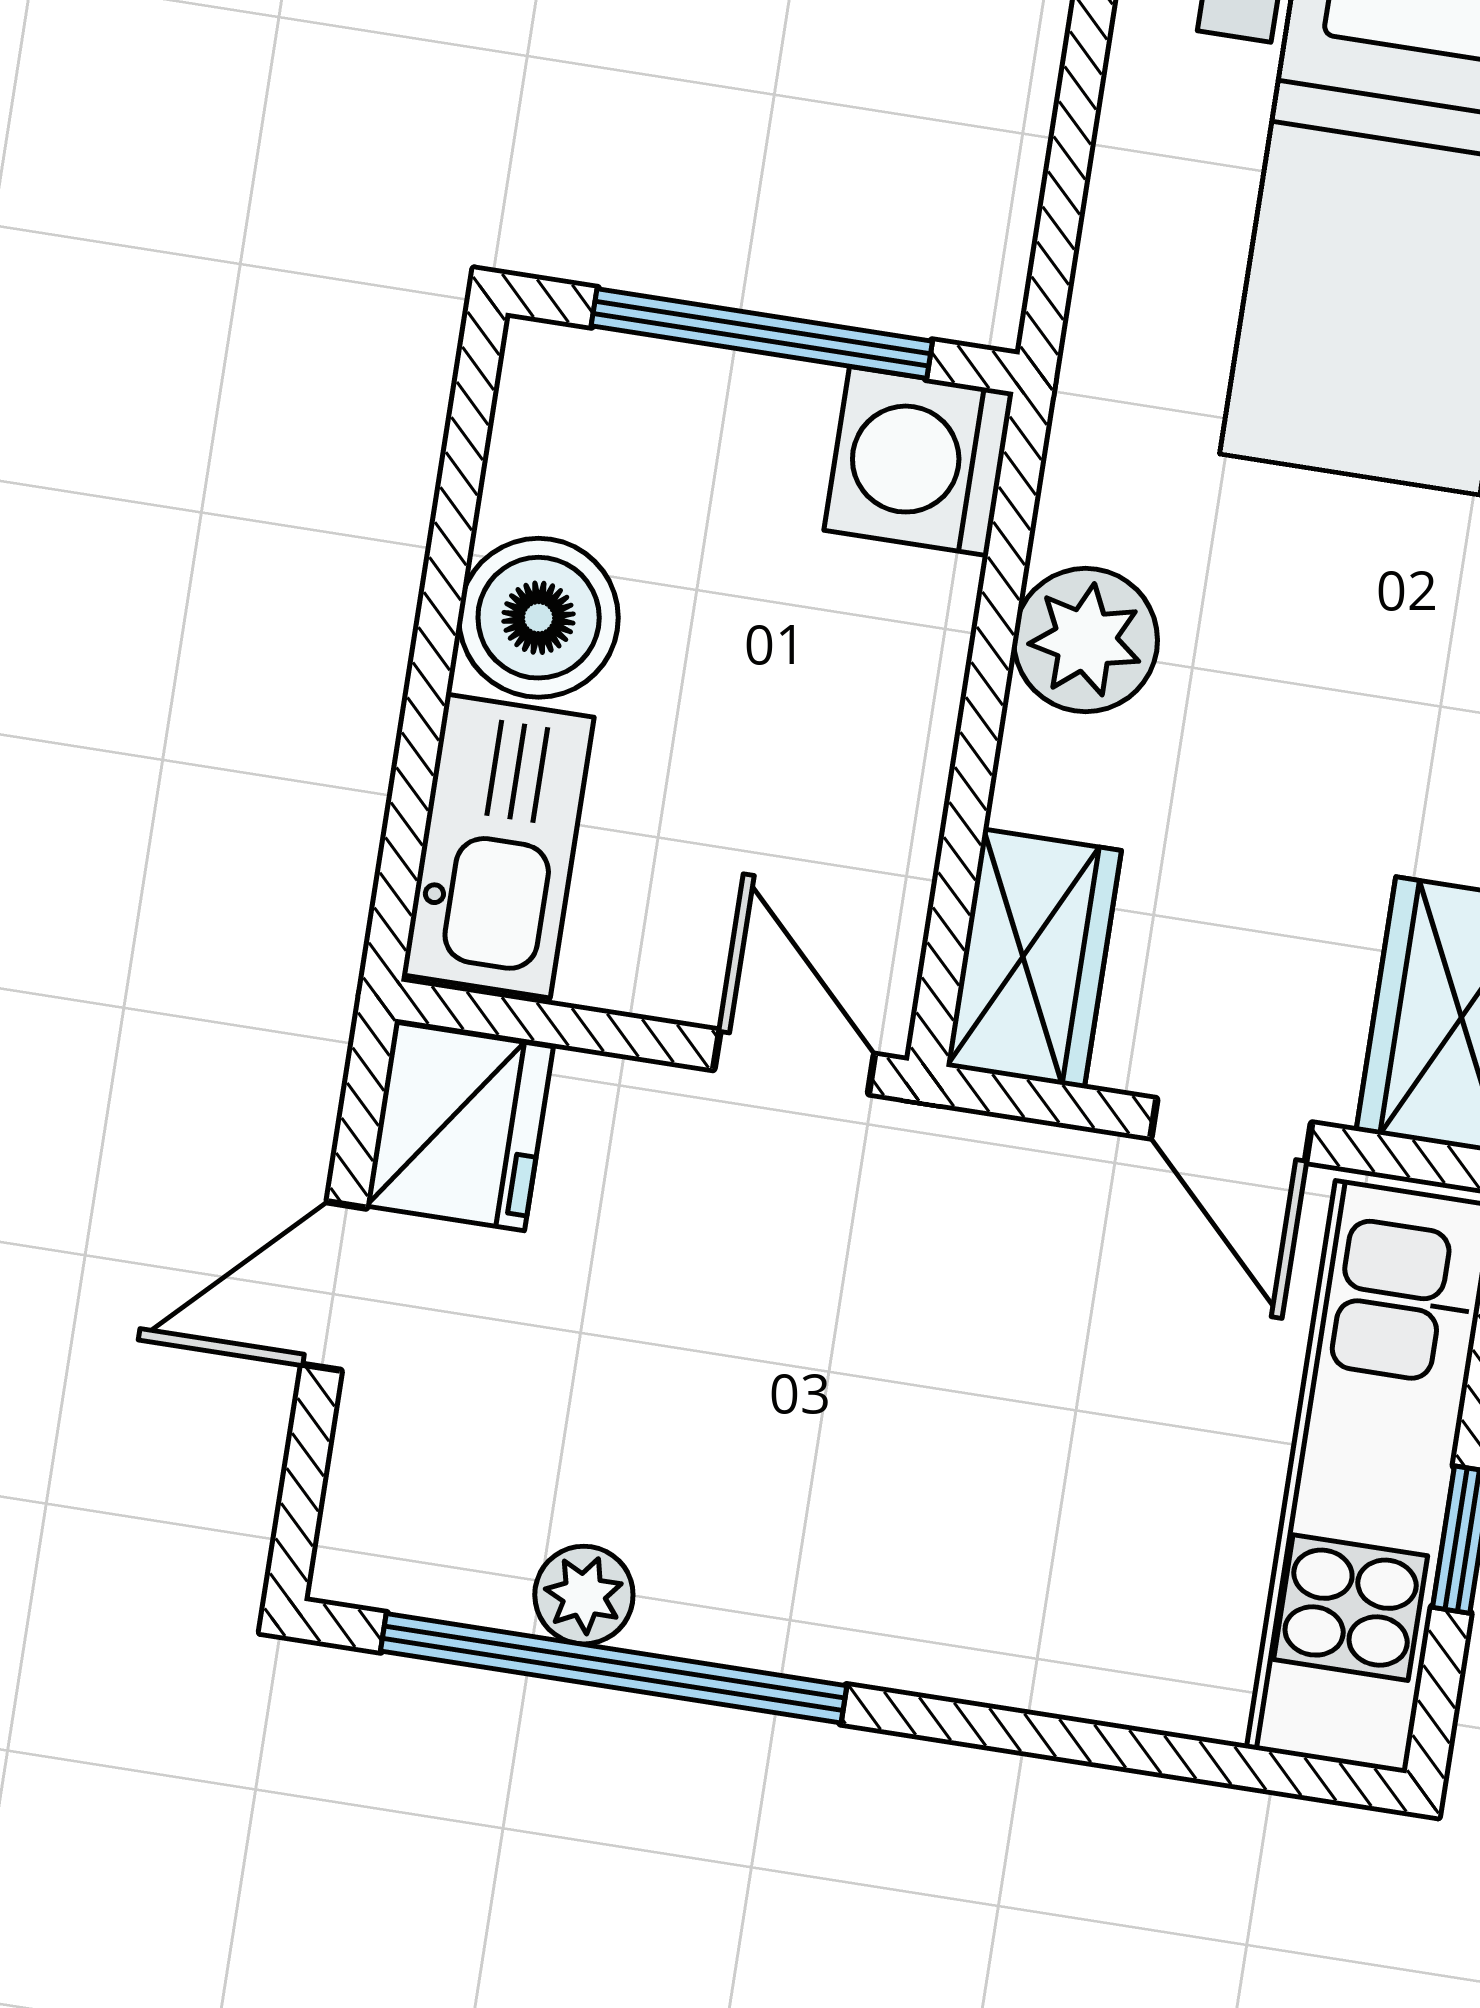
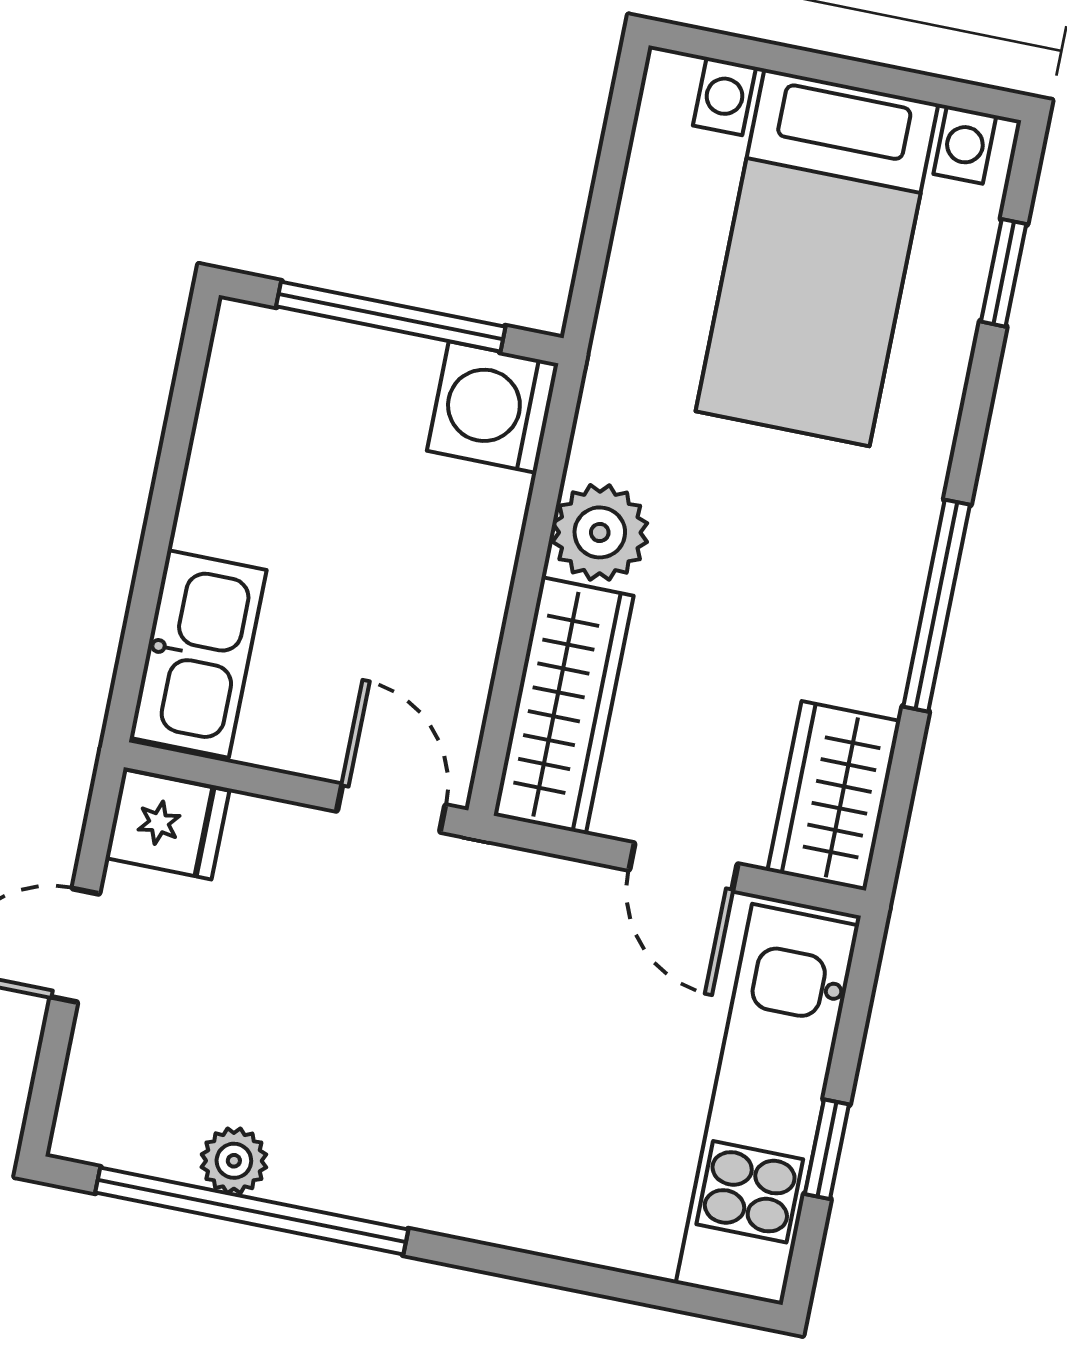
boiler: (539, 618) -> (232, 501), removed
wardrobe: (1034, 959) -> (564, 706), width x1.50
fridge: (460, 1126) -> (167, 824), width x0.72

